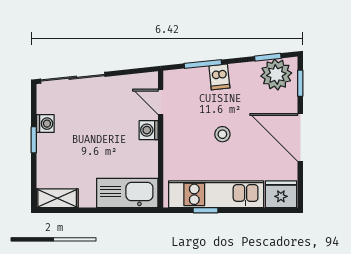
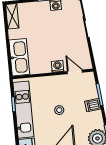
door: (161, 102) -> (75, 72), hinge flipped

